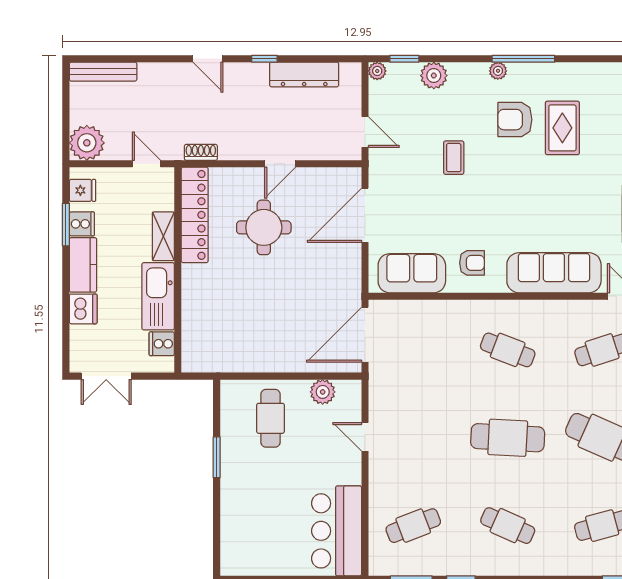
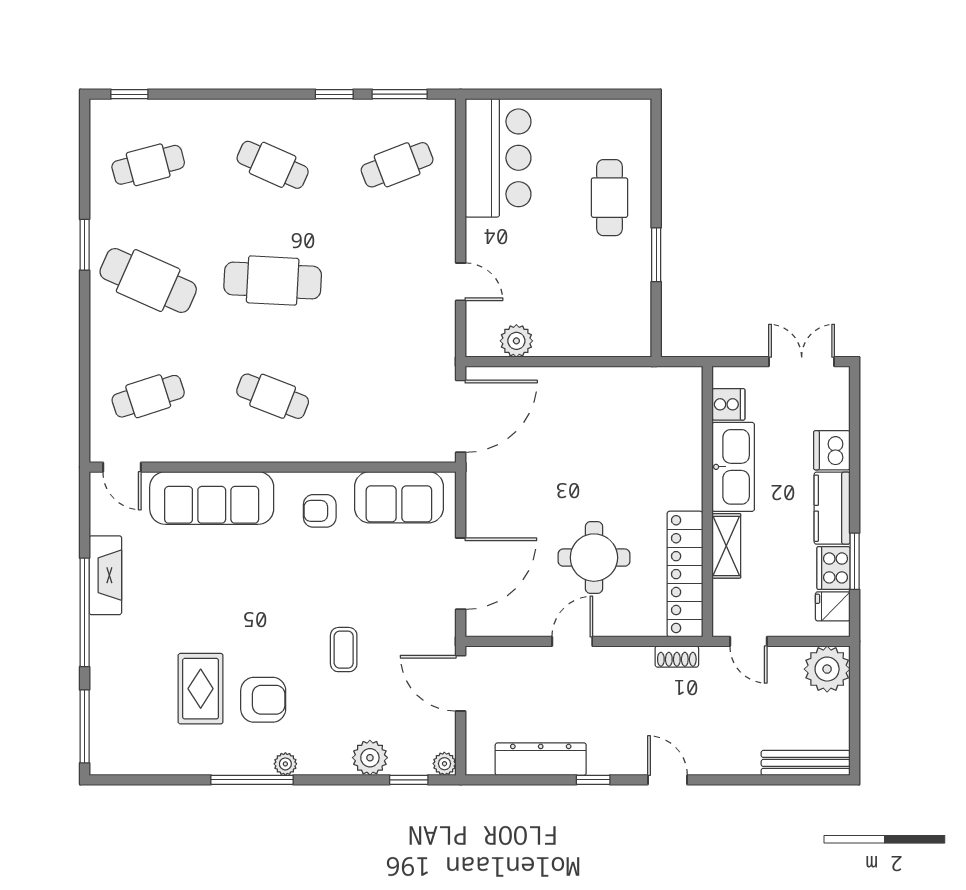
door: (365, 132) -> (461, 683), width x1.37
cooker: (82, 224) -> (834, 568), width x1.36
cafe table: (271, 418) -> (609, 198), moved

